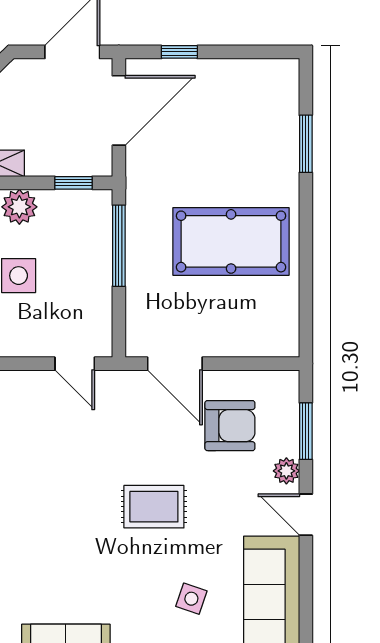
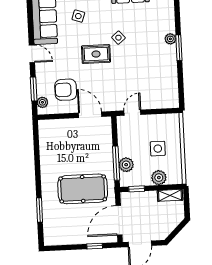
plant: (95, 241) -> (126, 165), added
pool table: (231, 241) -> (83, 189), moved
door: (75, 364) -> (132, 113), hinge flipped
plant: (286, 471) -> (42, 102), moved
side table: (99, 543) -> (118, 38), added

